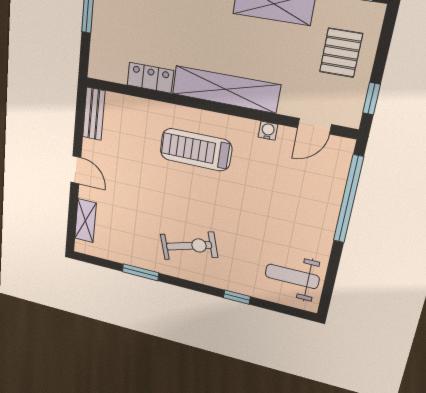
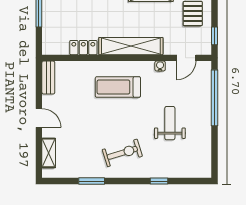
weight bench: (292, 276) -> (170, 123), moved, turned 90

